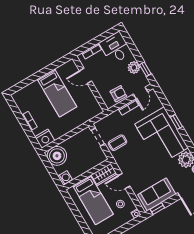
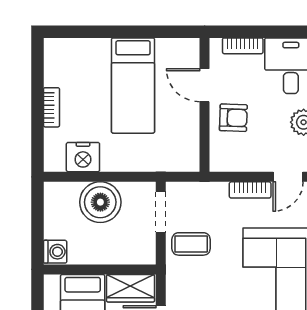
armchair: (118, 94) -> (233, 118), moved
nightstand: (45, 139) -> (83, 157), moved
boiler: (57, 156) -> (100, 202), moved

